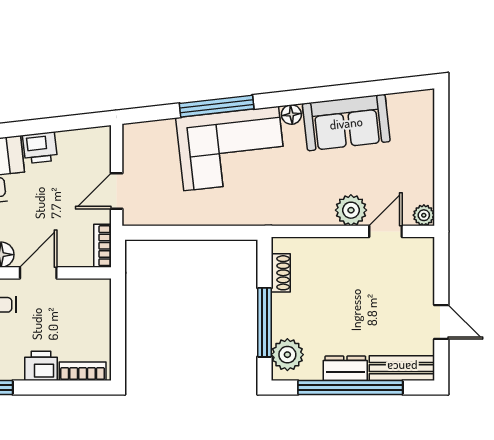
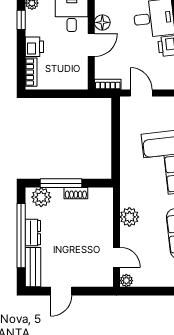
plant: (351, 210) -> (129, 217), moved
door: (38, 273) -> (91, 45), hinge flipped
shoe rack: (281, 273) -> (76, 193), moved

